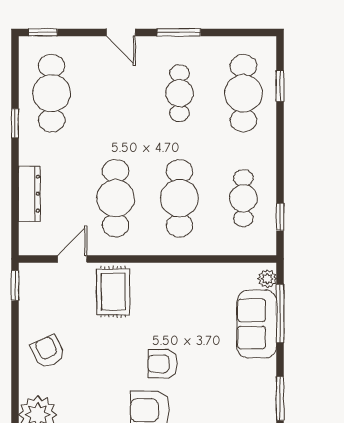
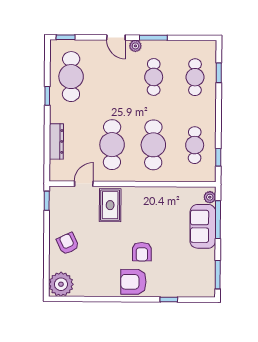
plant: (151, 45) -> (135, 46), added
cafe table: (243, 93) -> (195, 77), width x0.73, depth x0.74
armchair: (163, 364) -> (142, 252), turned -90

